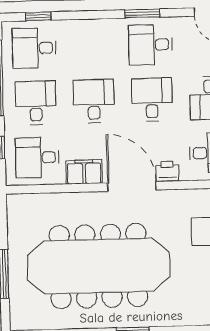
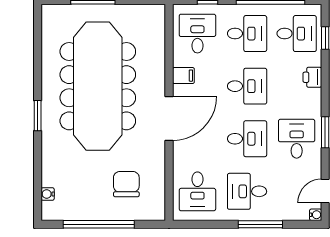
desk: (34, 48) -> (297, 34), turned 90
printer: (167, 171) -> (312, 77), moved, turned 180
filing cabinet: (84, 172) -> (183, 76), width x0.50

